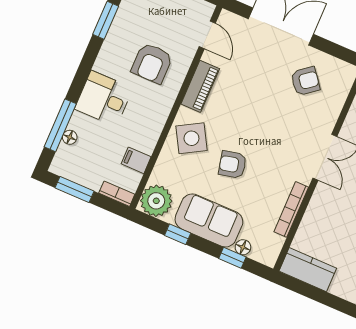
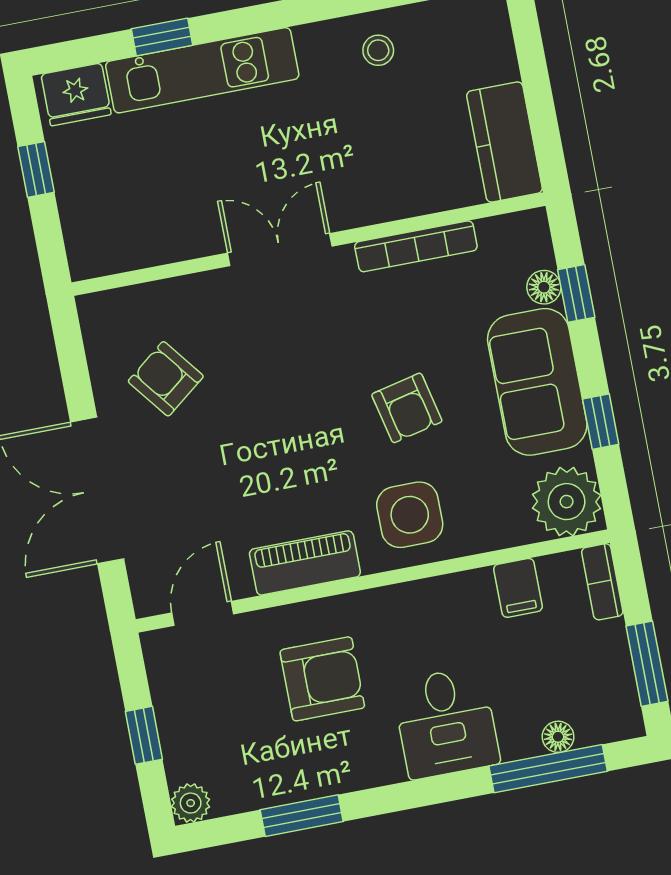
side table: (191, 138) -> (410, 515), turned 30

